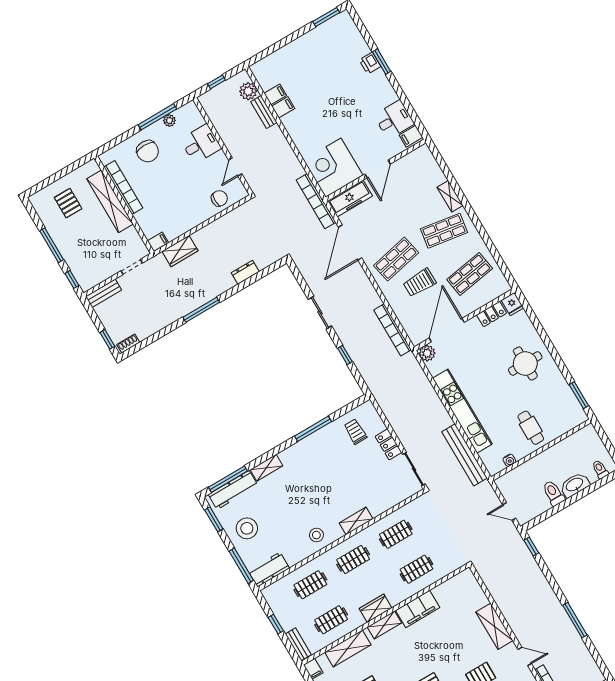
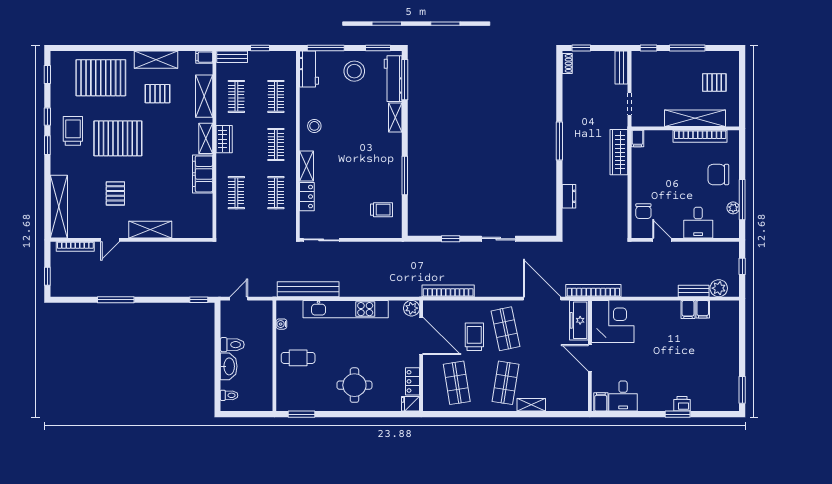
wardrobe: (180, 251) -> (619, 152), width x1.50
locker: (388, 444) -> (307, 197), moved, turned 90

